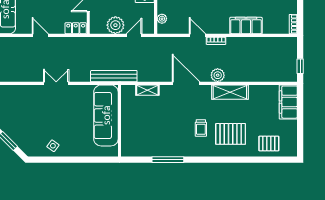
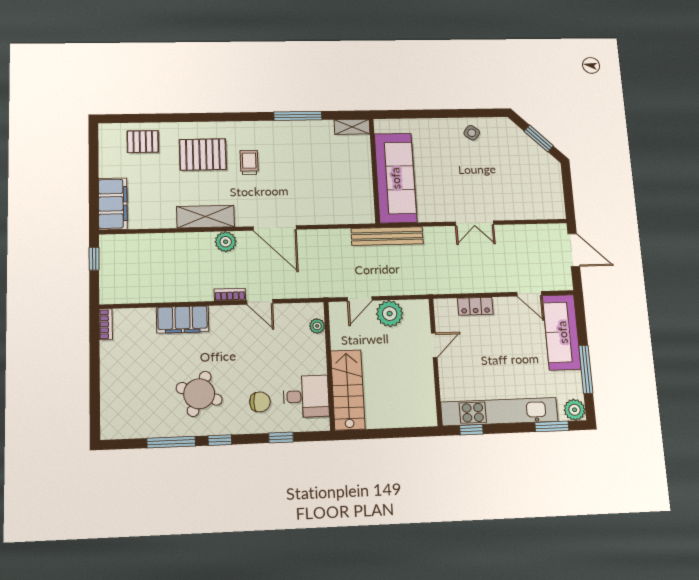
locker: (76, 28) -> (475, 306), moved
door: (40, 35) -> (529, 294), moved
shelving: (147, 90) -> (352, 127), moved

